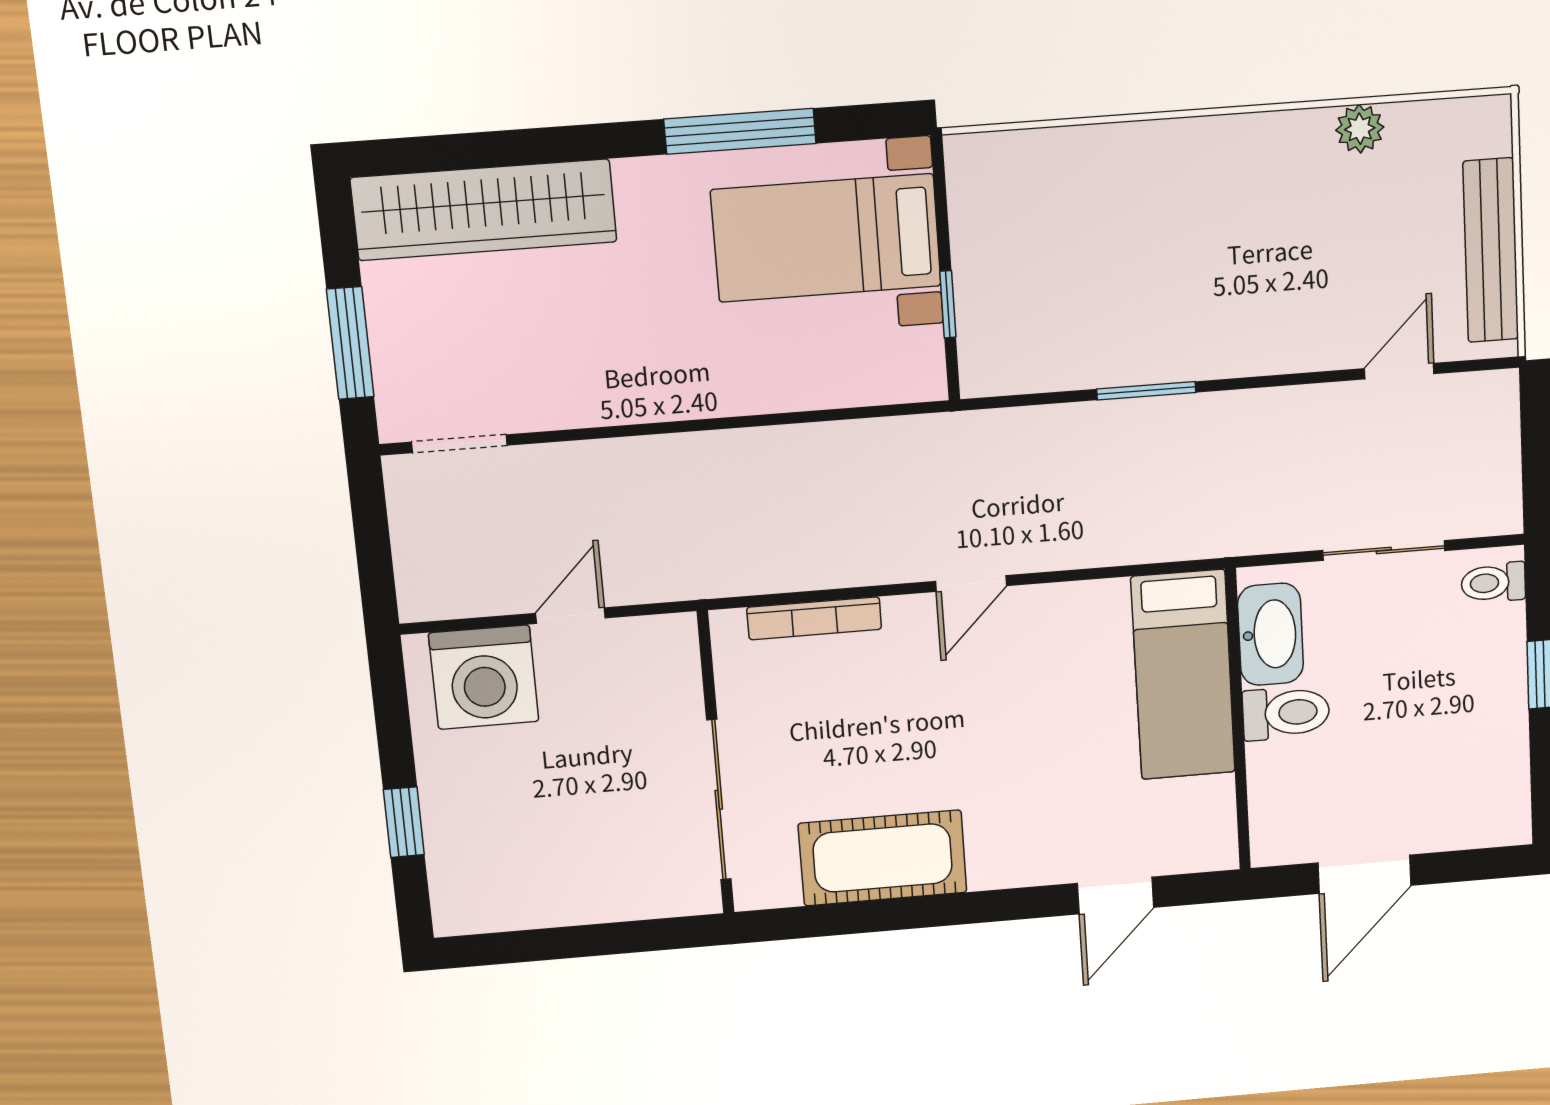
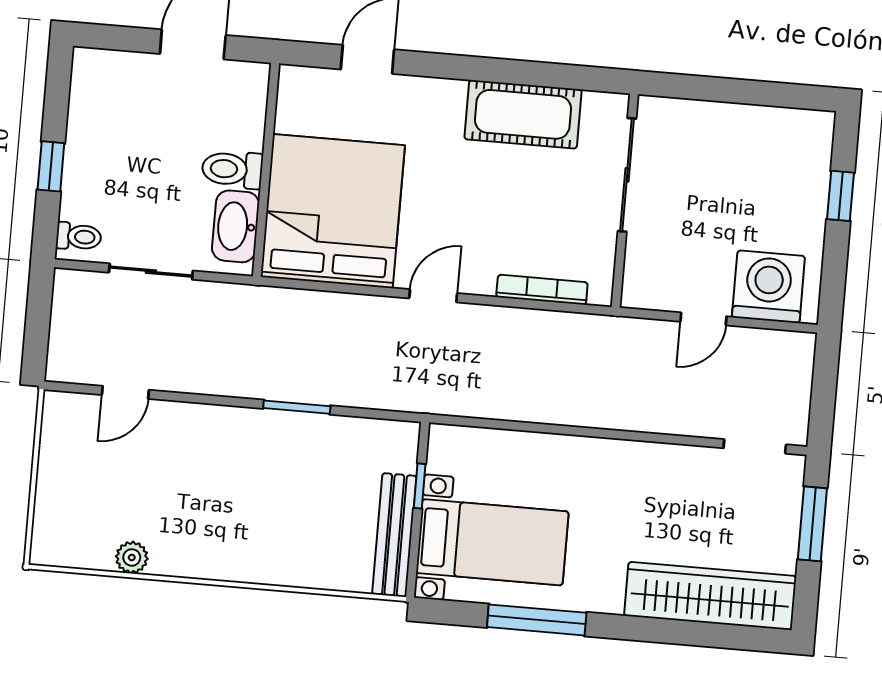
bench: (1491, 250) -> (394, 535), moved
bed: (1183, 675) -> (333, 211), width x2.04

